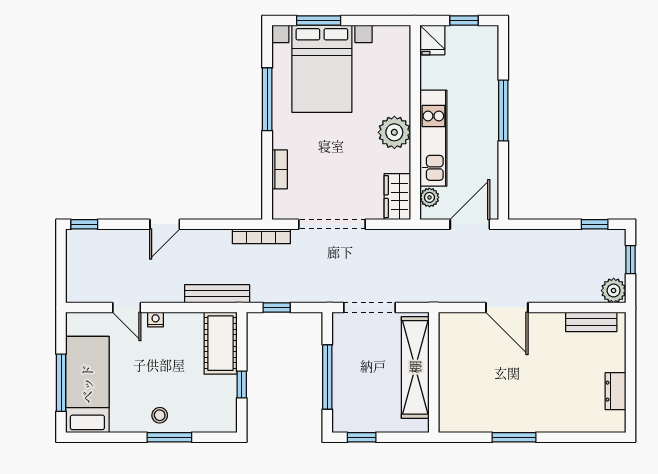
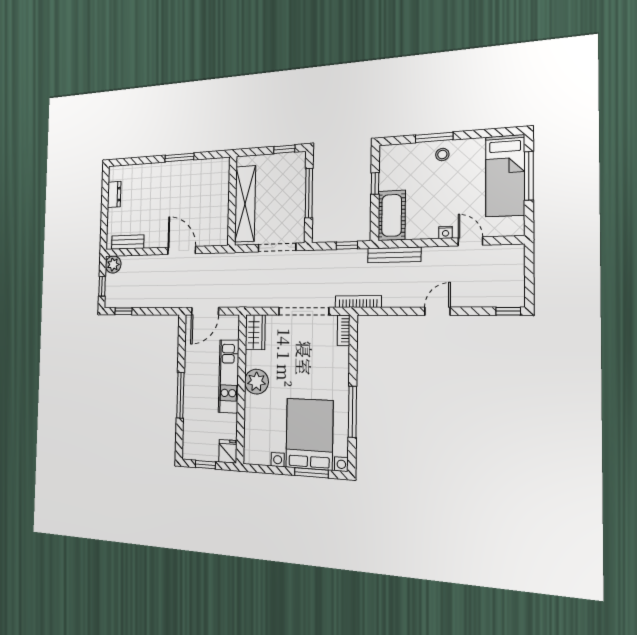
bookcase: (280, 169) -> (344, 330), moved
plant: (429, 197) -> (232, 331), removed

